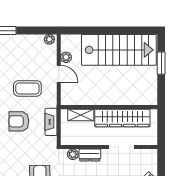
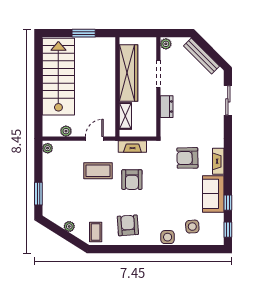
window: (161, 63) -> (84, 33), moved
door: (59, 74) -> (94, 139), moved
coffee table: (27, 88) -> (98, 171), turned 90
plant: (73, 154) -> (166, 44), moved

